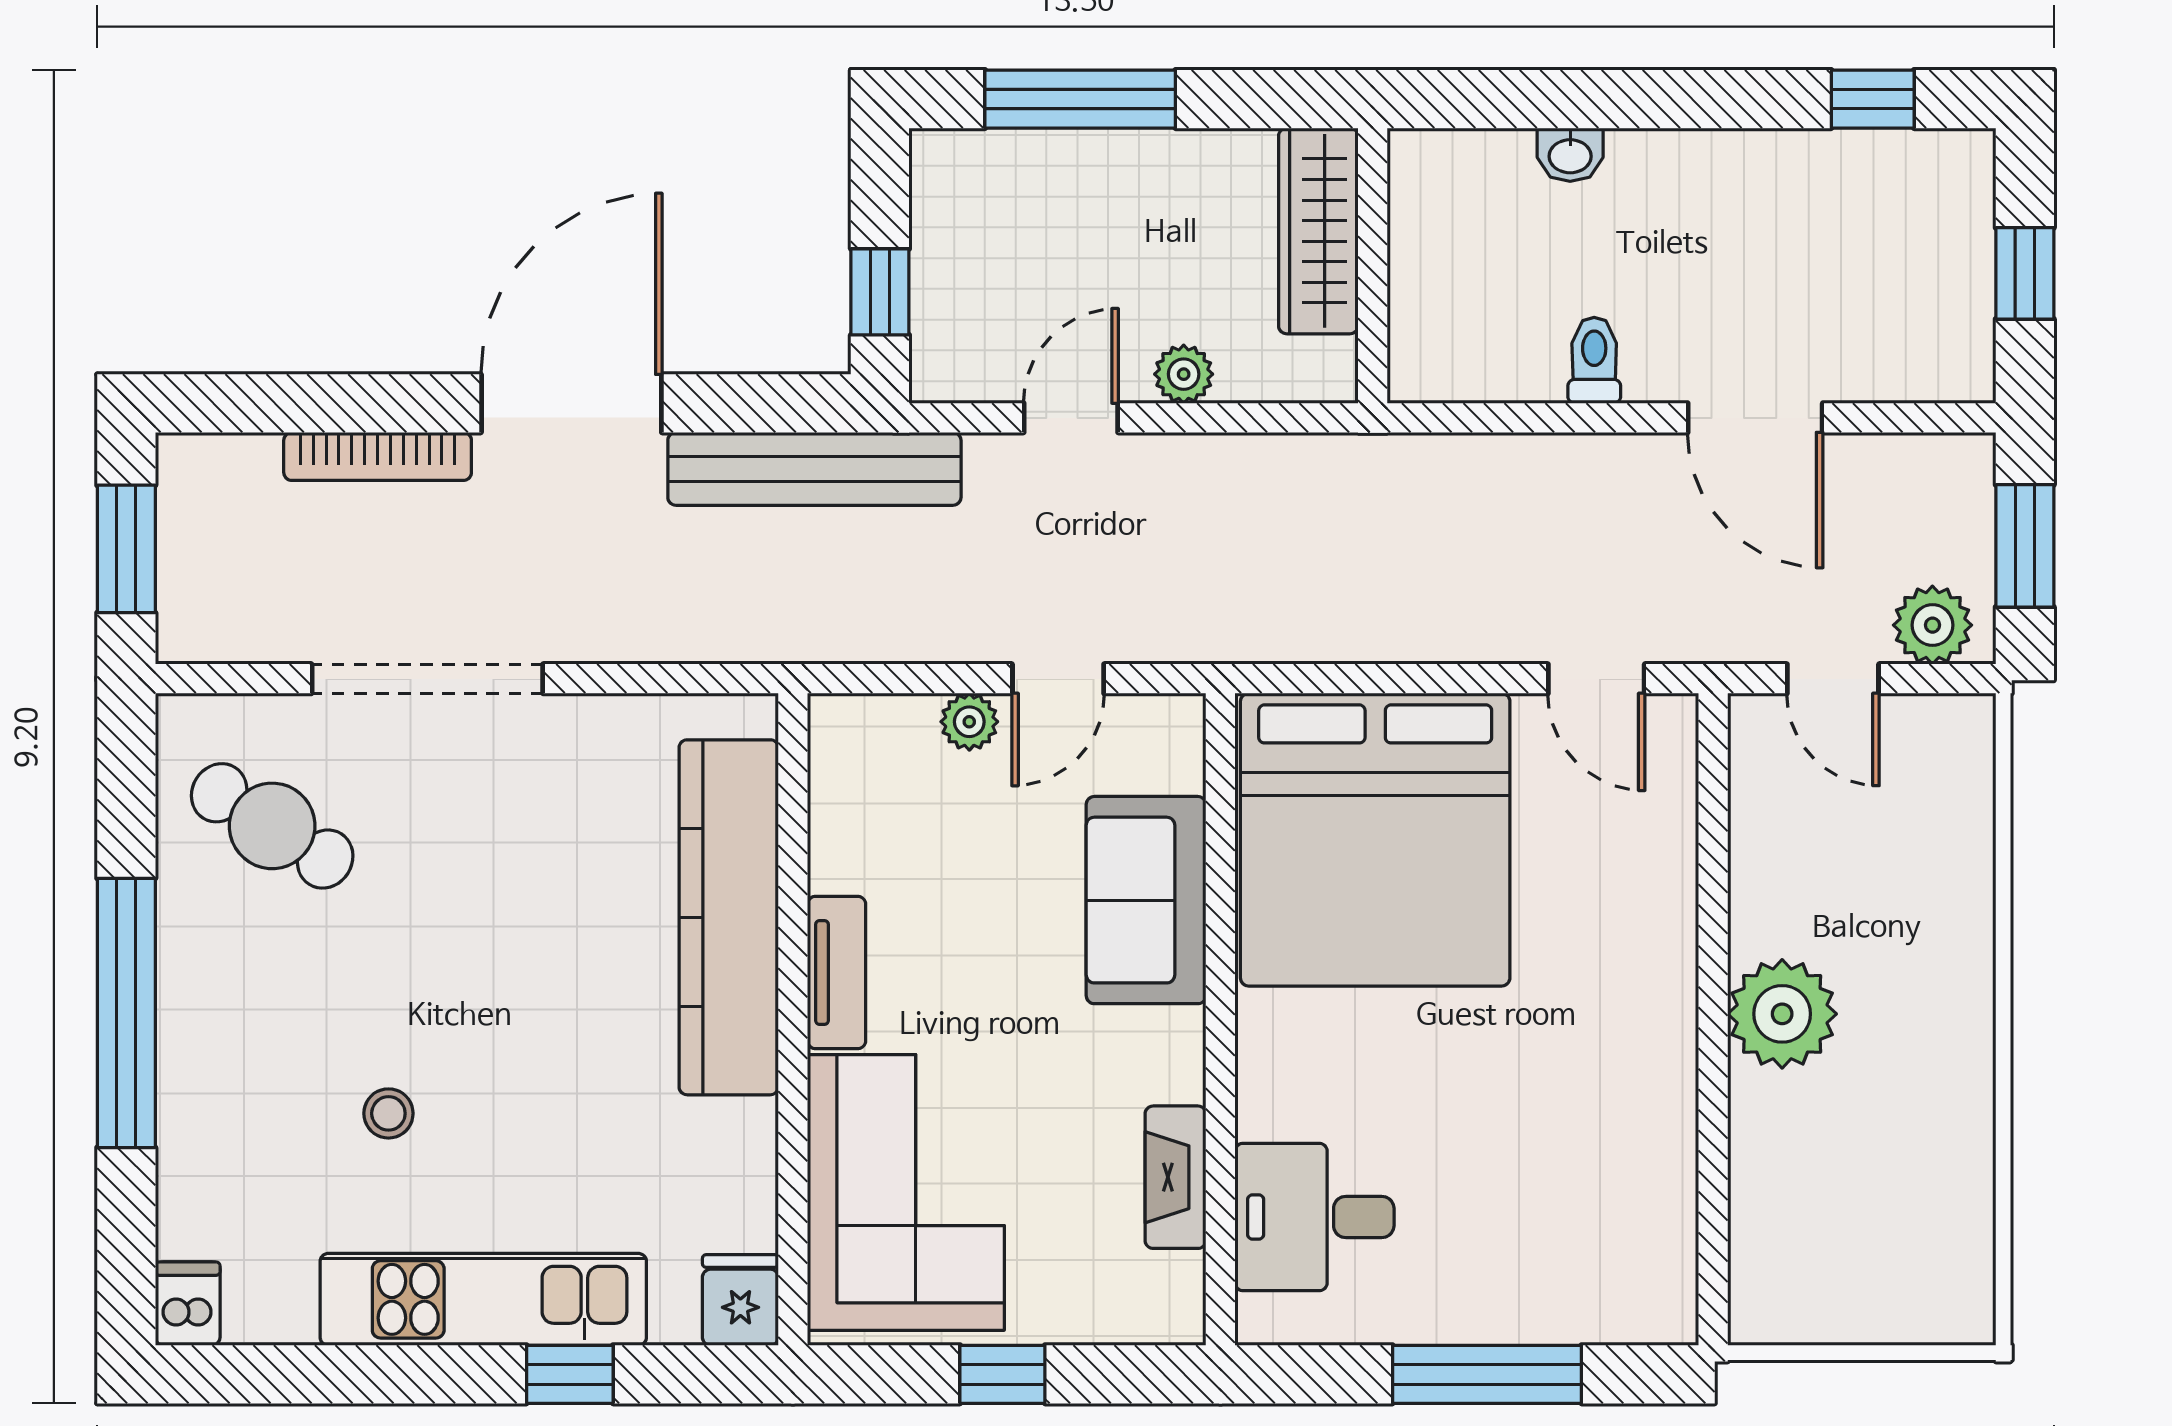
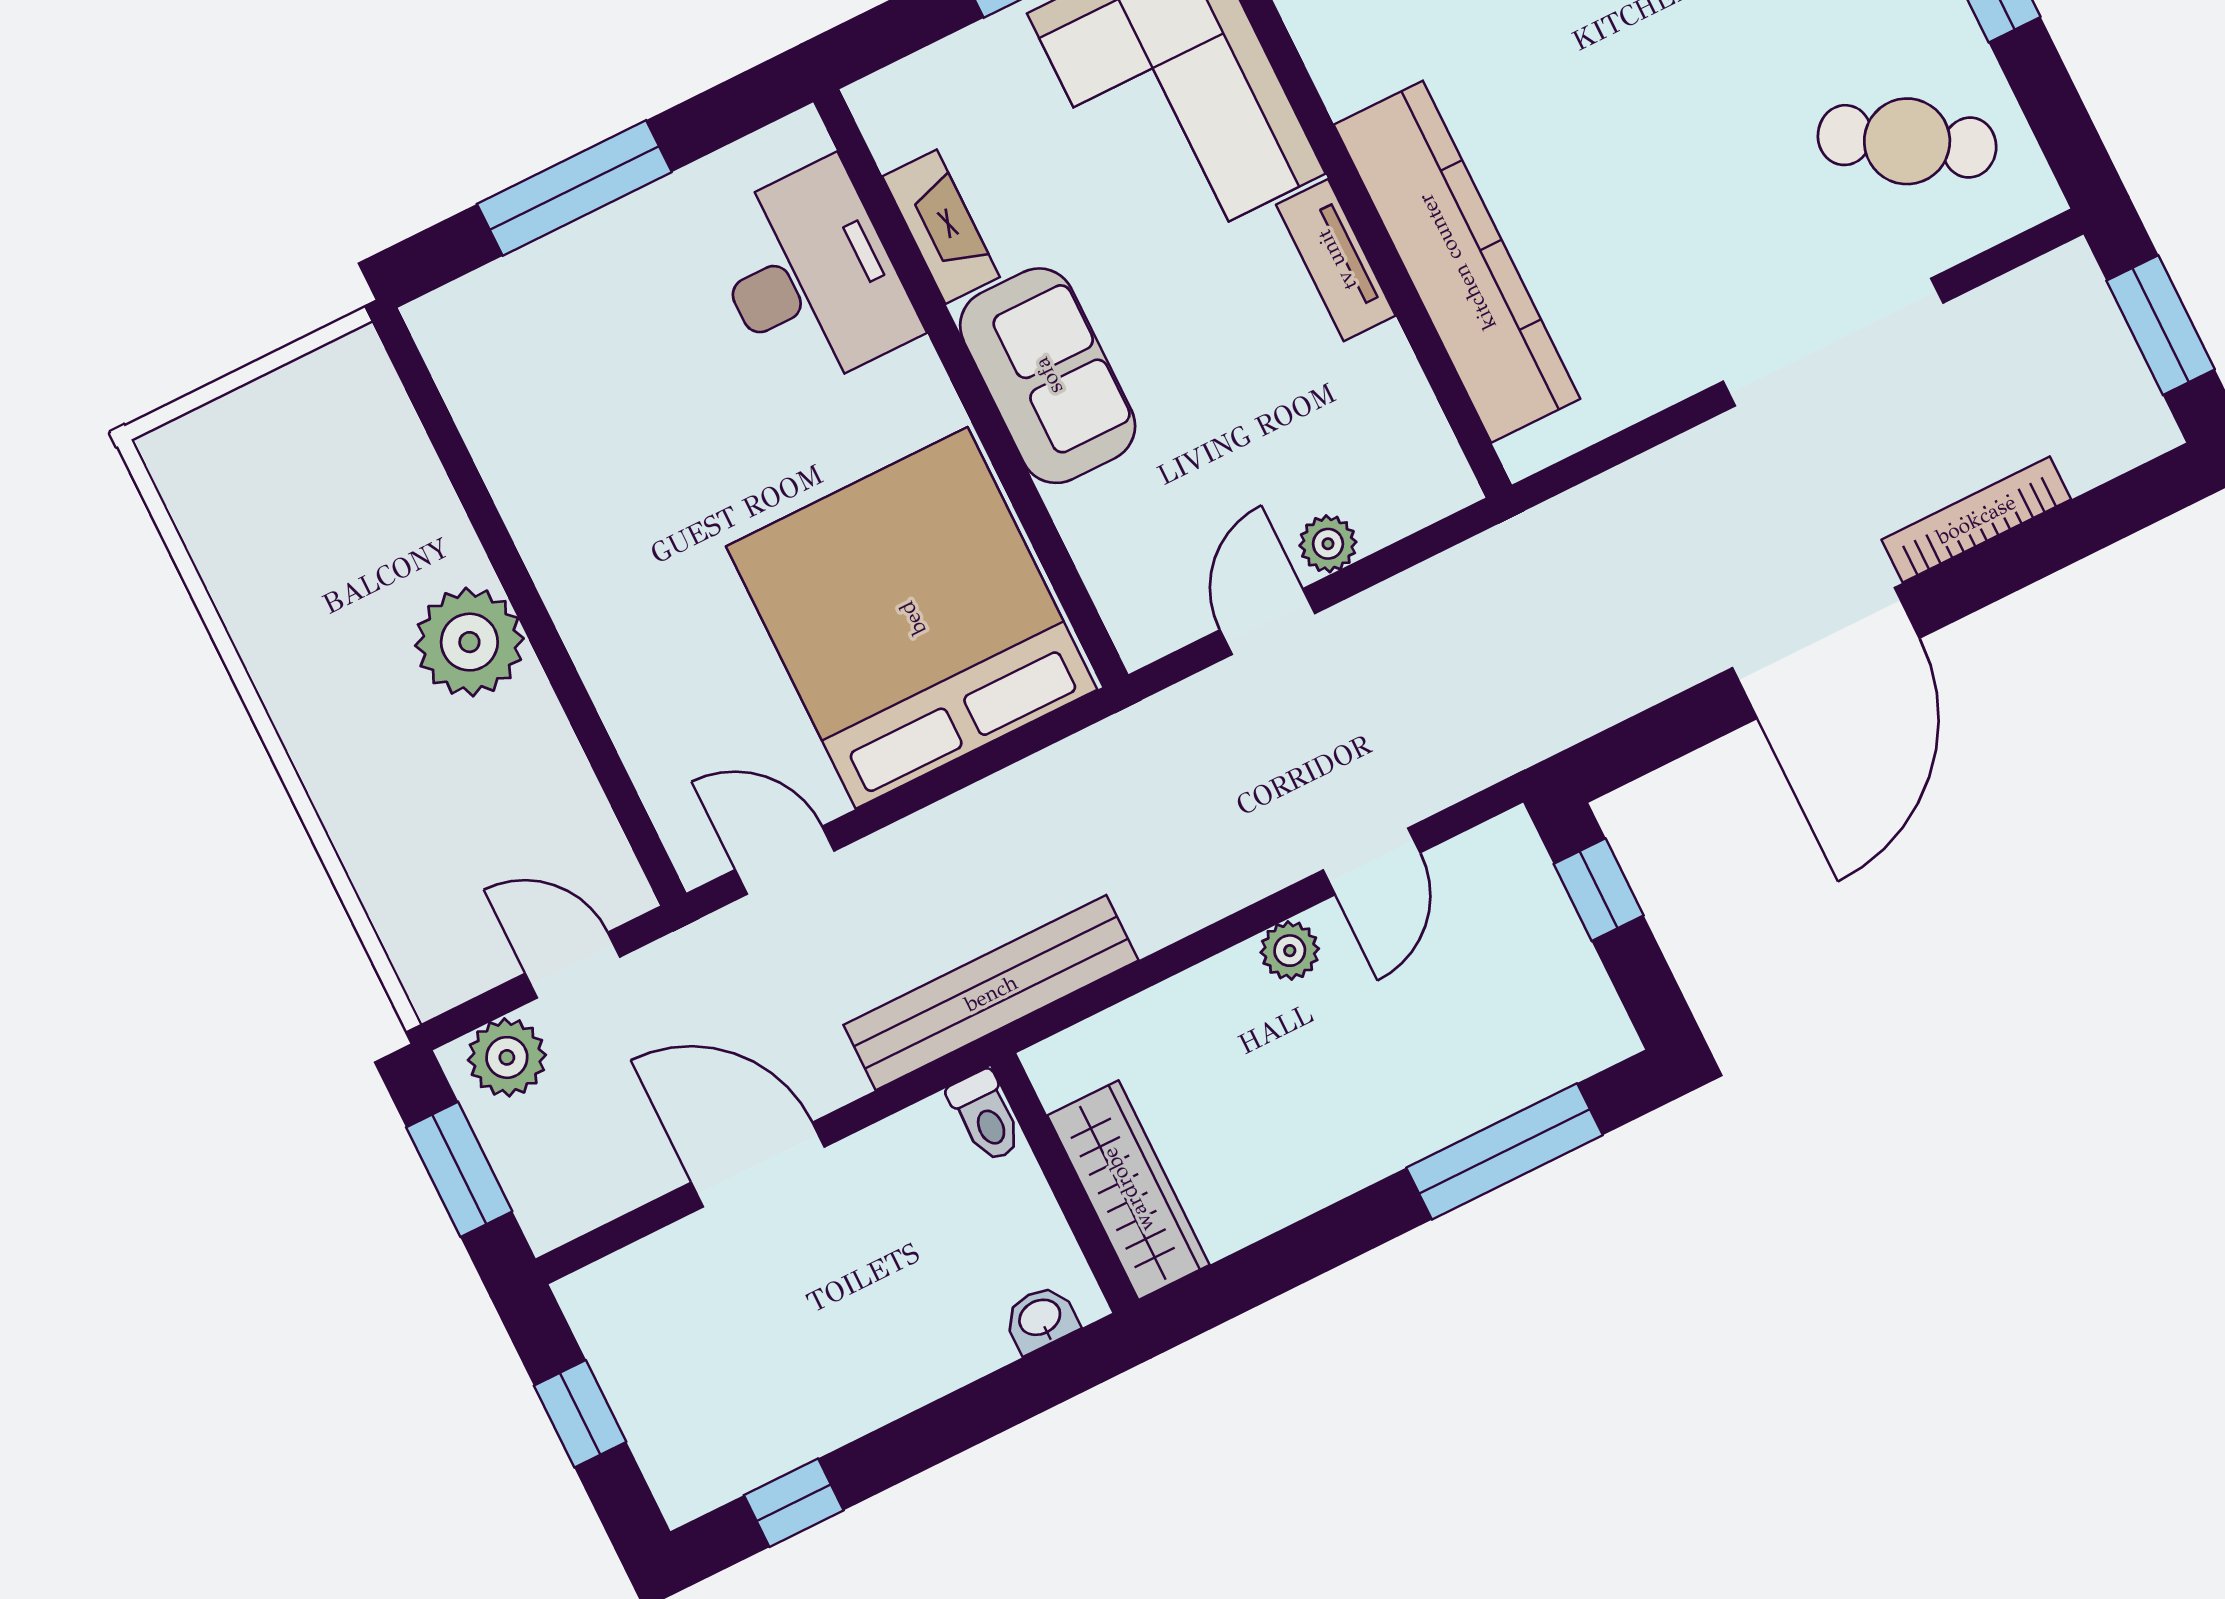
wardrobe: (1318, 231) -> (1128, 1190), moved
wall: (1373, 266) -> (1064, 1183), moved
toilet: (1594, 360) -> (986, 1116), moved
bench: (814, 469) -> (991, 993), moved
sofa: (1146, 900) -> (1048, 376), moved
desk: (1314, 1217) -> (811, 277), width x1.37

